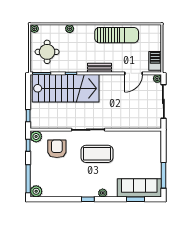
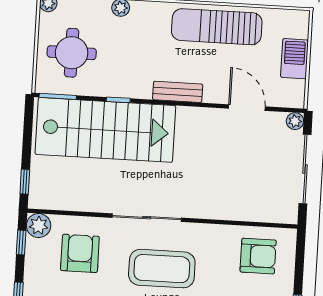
sun lounger: (117, 35) -> (217, 27), turned 180
barbecue: (155, 61) -> (294, 59), moved
door: (133, 73) -> (247, 108), swing flipped
armchair: (143, 145) -> (258, 256), added

